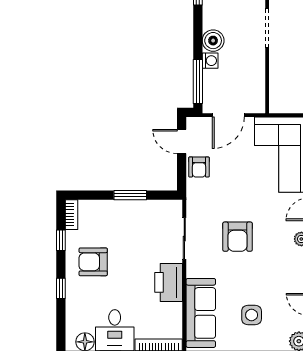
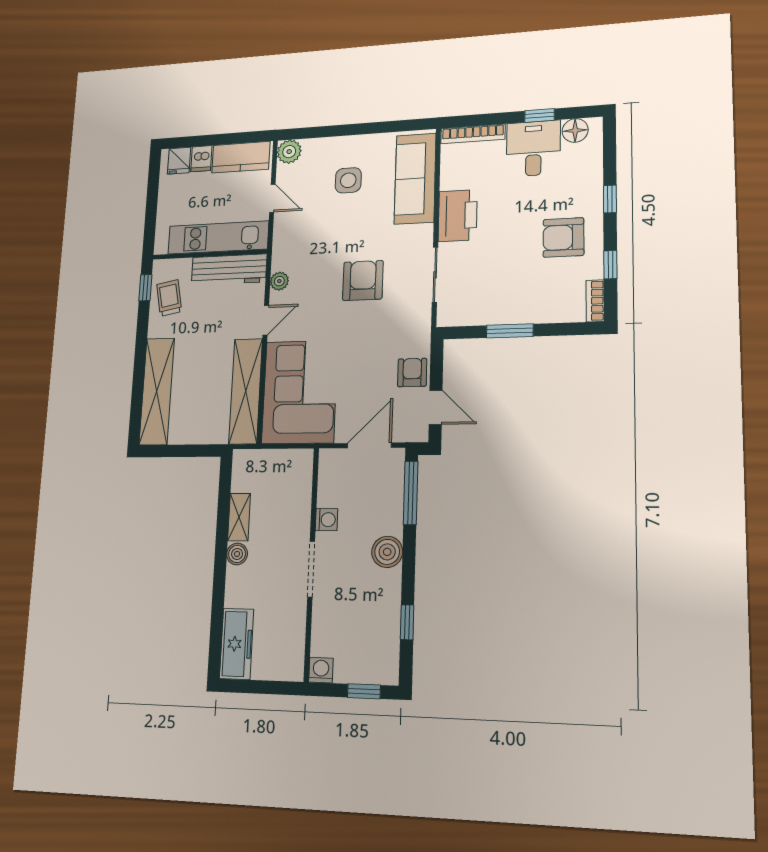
washing machine: (210, 61) -> (326, 520), moved, turned 180
armchair: (93, 262) -> (563, 237), turned 180

